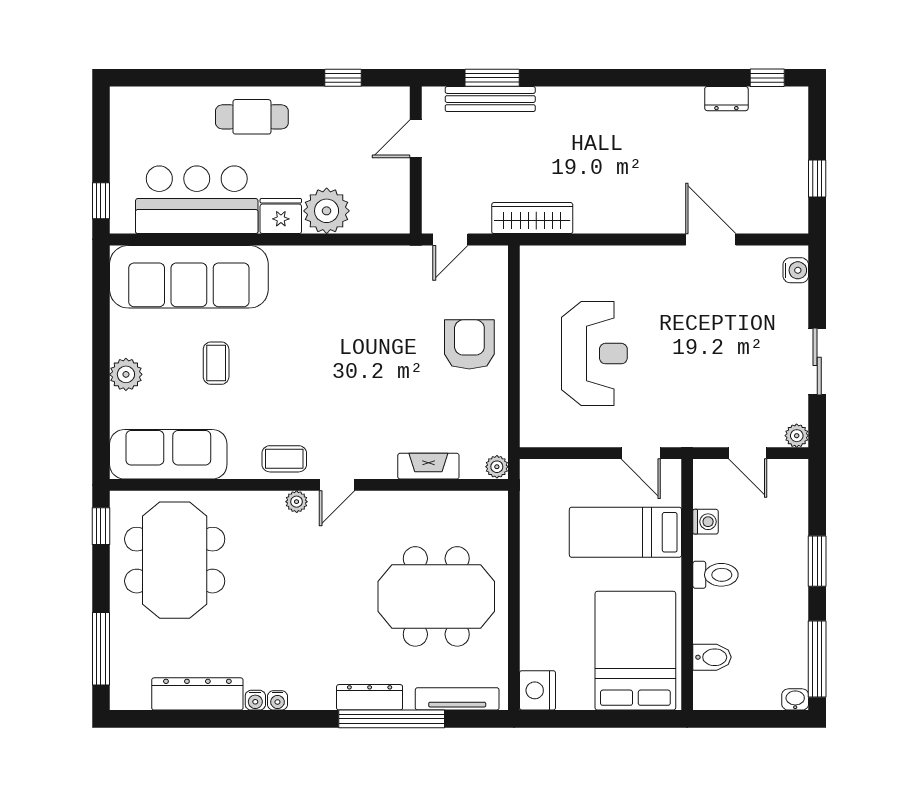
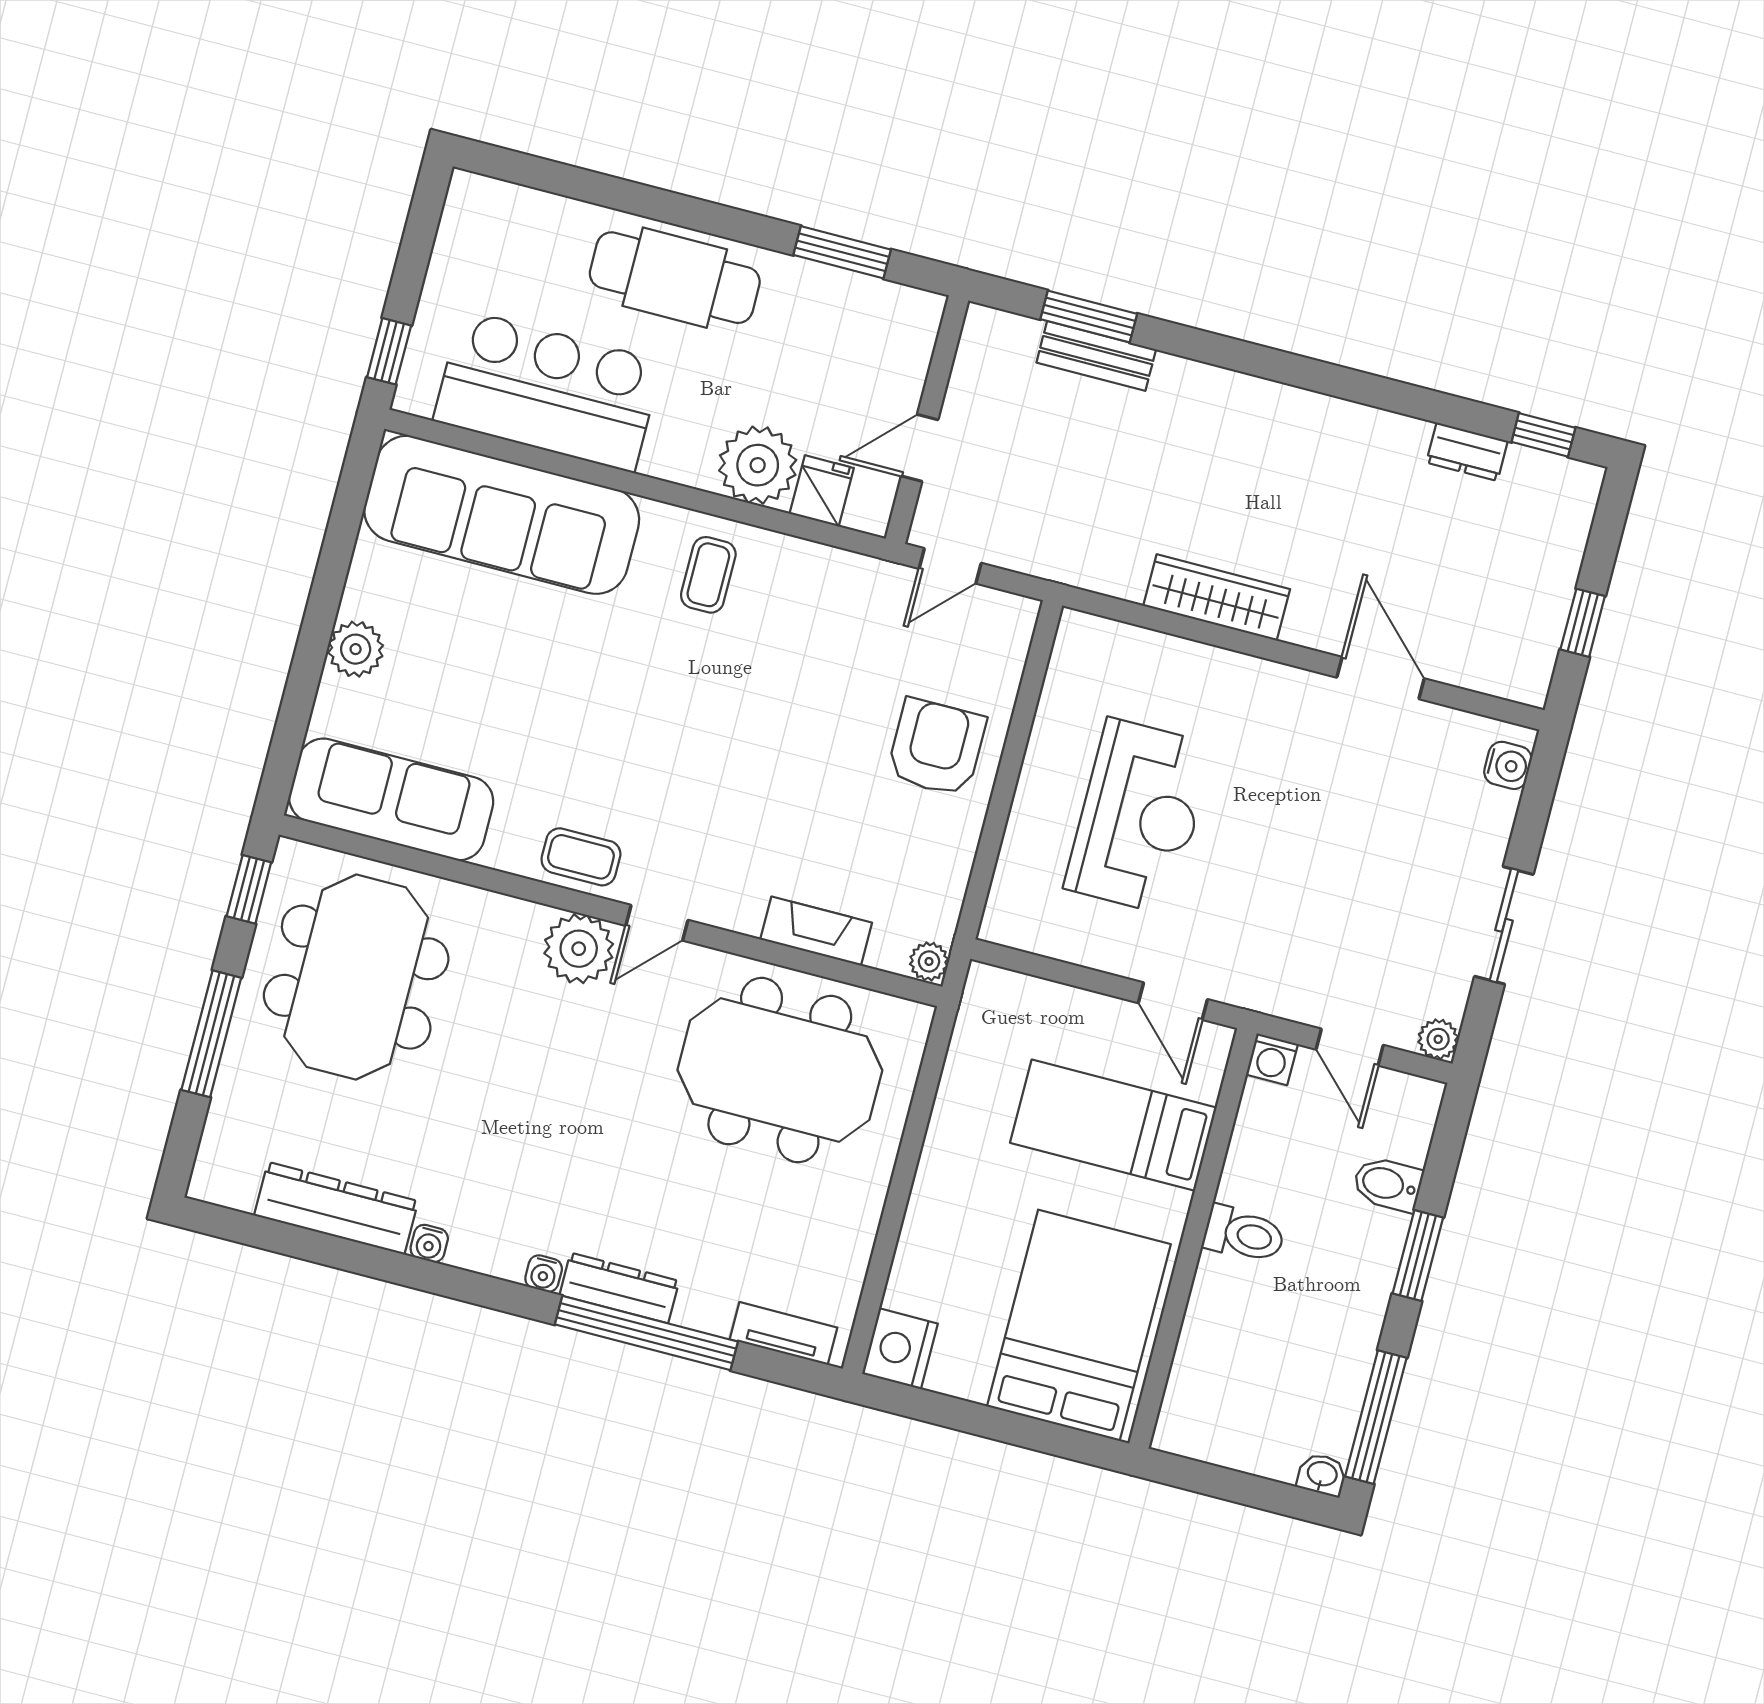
window: (343, 78) -> (842, 252), width x1.50
bench: (490, 99) -> (1096, 356), width x0.73
cafe table: (252, 117) -> (675, 278), width x1.37, depth x1.35
door: (416, 139) -> (920, 448), moved
fridge: (281, 216) -> (822, 491), moved, width x0.72
wardrobe: (532, 218) -> (1217, 597), moved
coffee table: (216, 363) -> (708, 575), moved
plant: (297, 502) -> (579, 949), width x1.88, depth x1.88
washing machine: (706, 522) -> (1272, 1059), moved, turned 90
meeting table: (436, 596) -> (780, 1070), moved
window: (101, 649) -> (211, 1034), moved
bidet: (712, 657) -> (1388, 1184), moved, turned 180
tv unit: (457, 699) -> (784, 1333), width x0.71
water cooler: (277, 700) -> (544, 1274), moved

